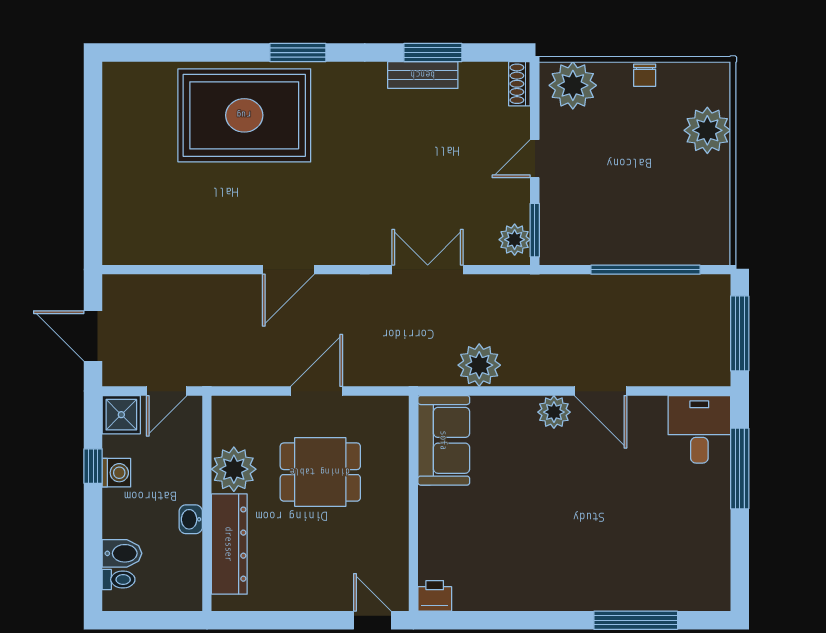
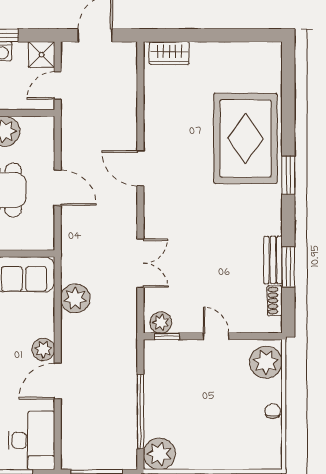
chair: (645, 75) -> (273, 411), turned 90
shoe rack: (519, 84) -> (275, 301), moved, turned -90
plant: (707, 130) -> (159, 454), moved
wardrobe: (119, 227) -> (169, 53), added
window: (535, 230) -> (167, 336), width x0.67
door: (167, 391) -> (58, 85), hinge flipped
desk: (699, 429) -> (32, 440), width x1.37

